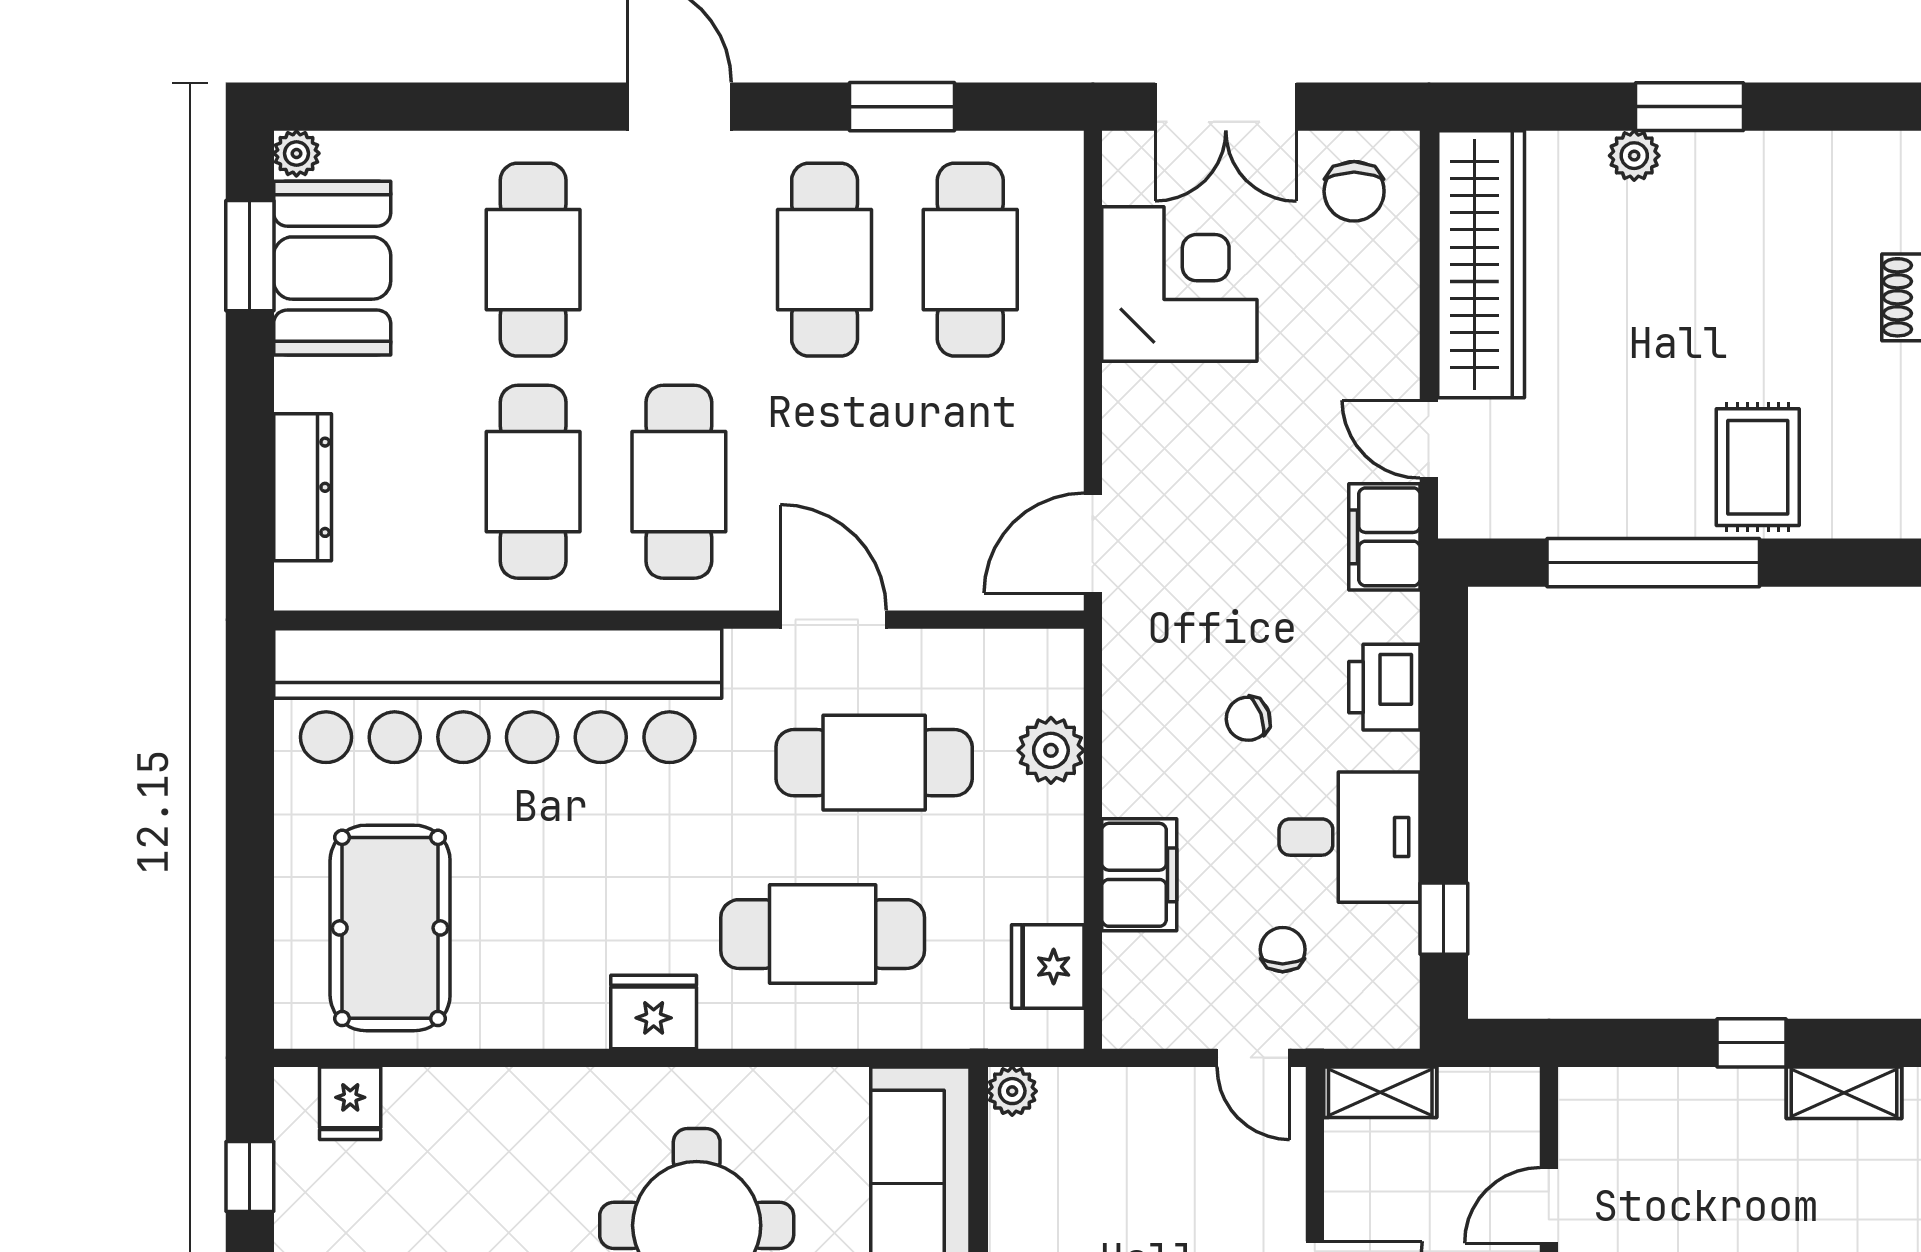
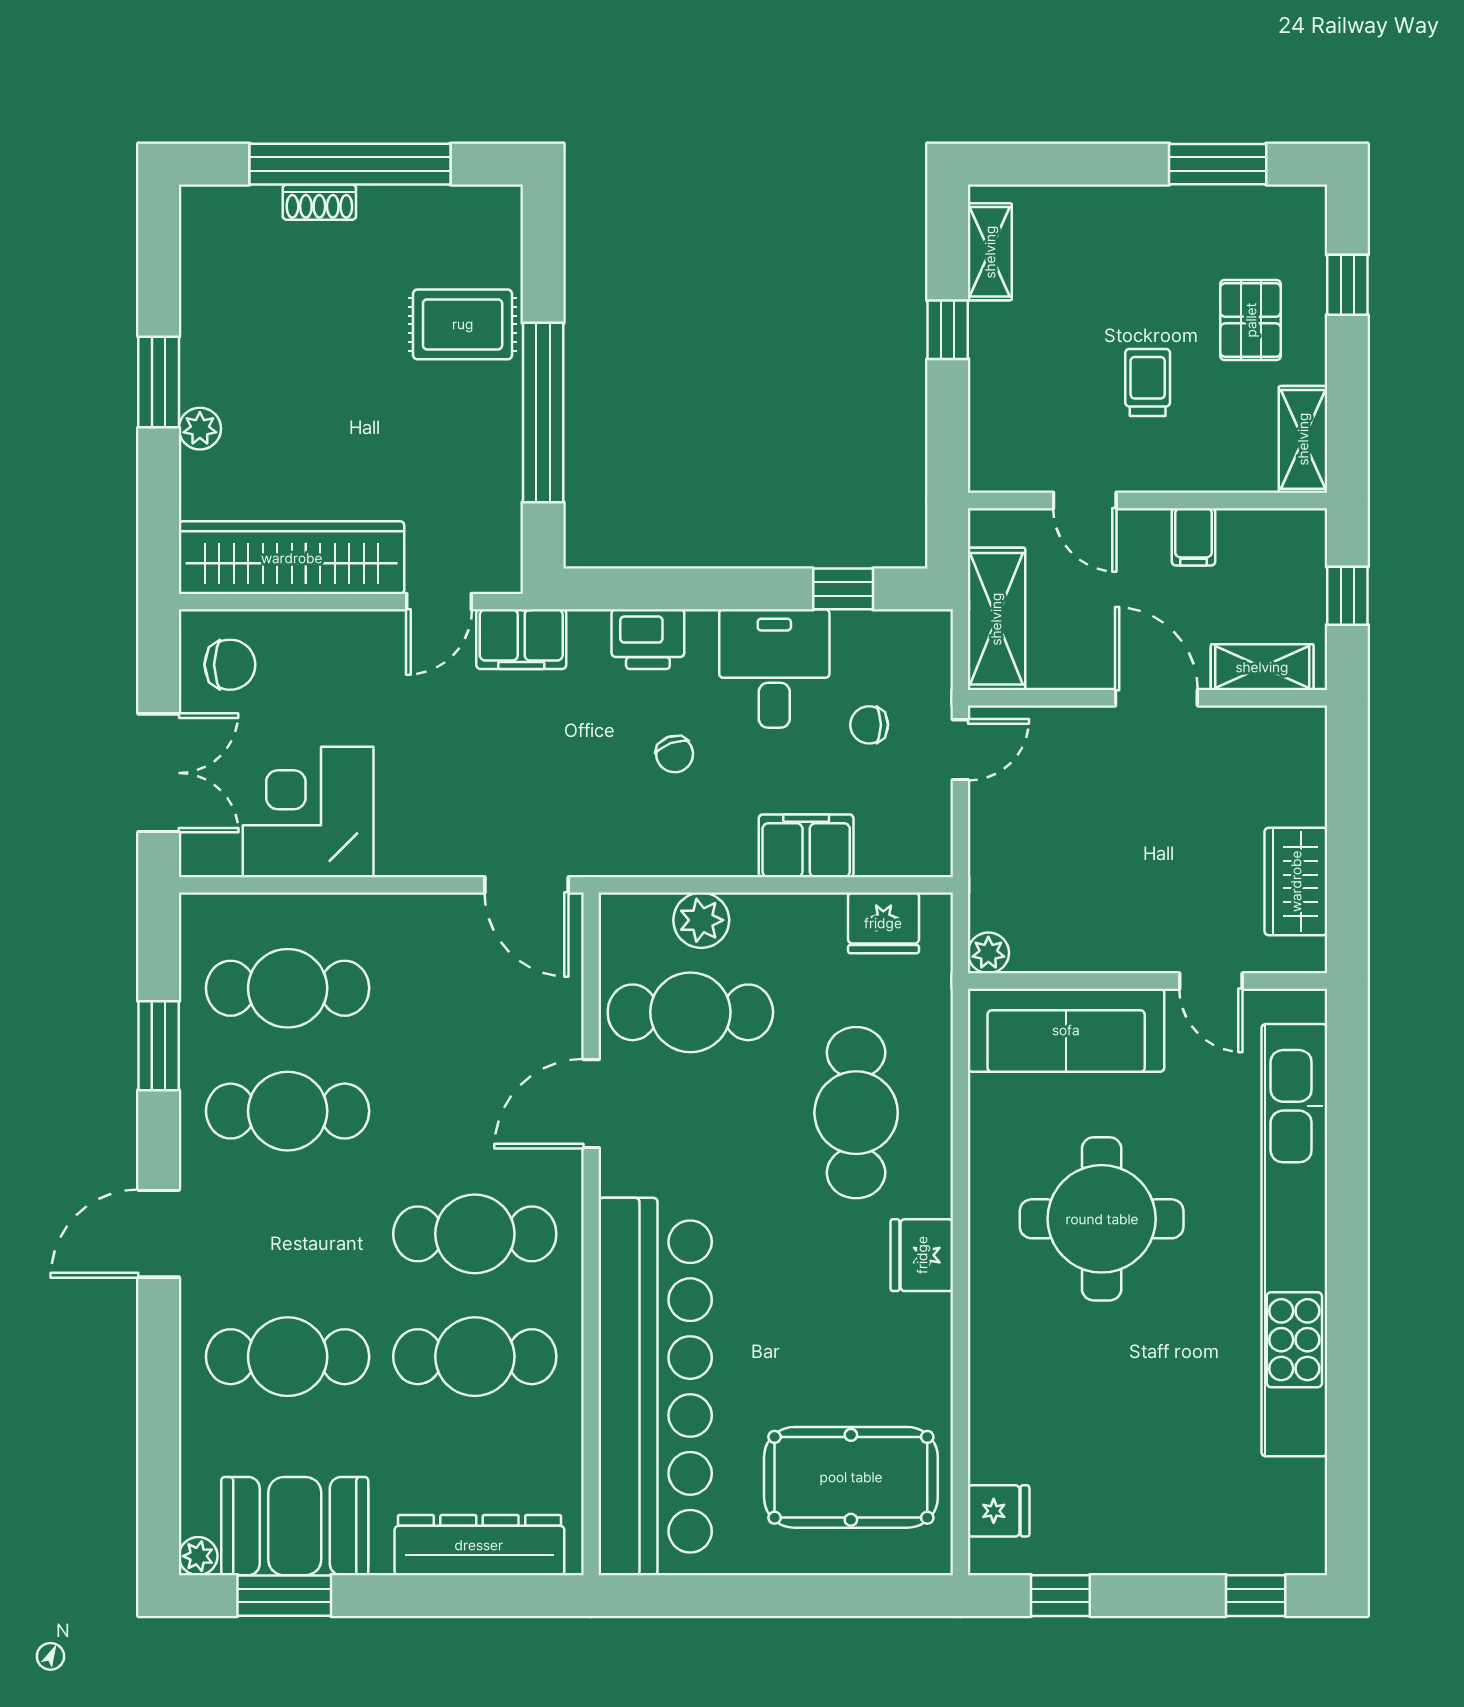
dresser: (303, 487) -> (479, 1545), width x1.37, depth x1.24
cafe table: (874, 763) -> (690, 1012), moved, turned 90
shelving: (1380, 1092) -> (996, 619), width x1.50, depth x1.33

